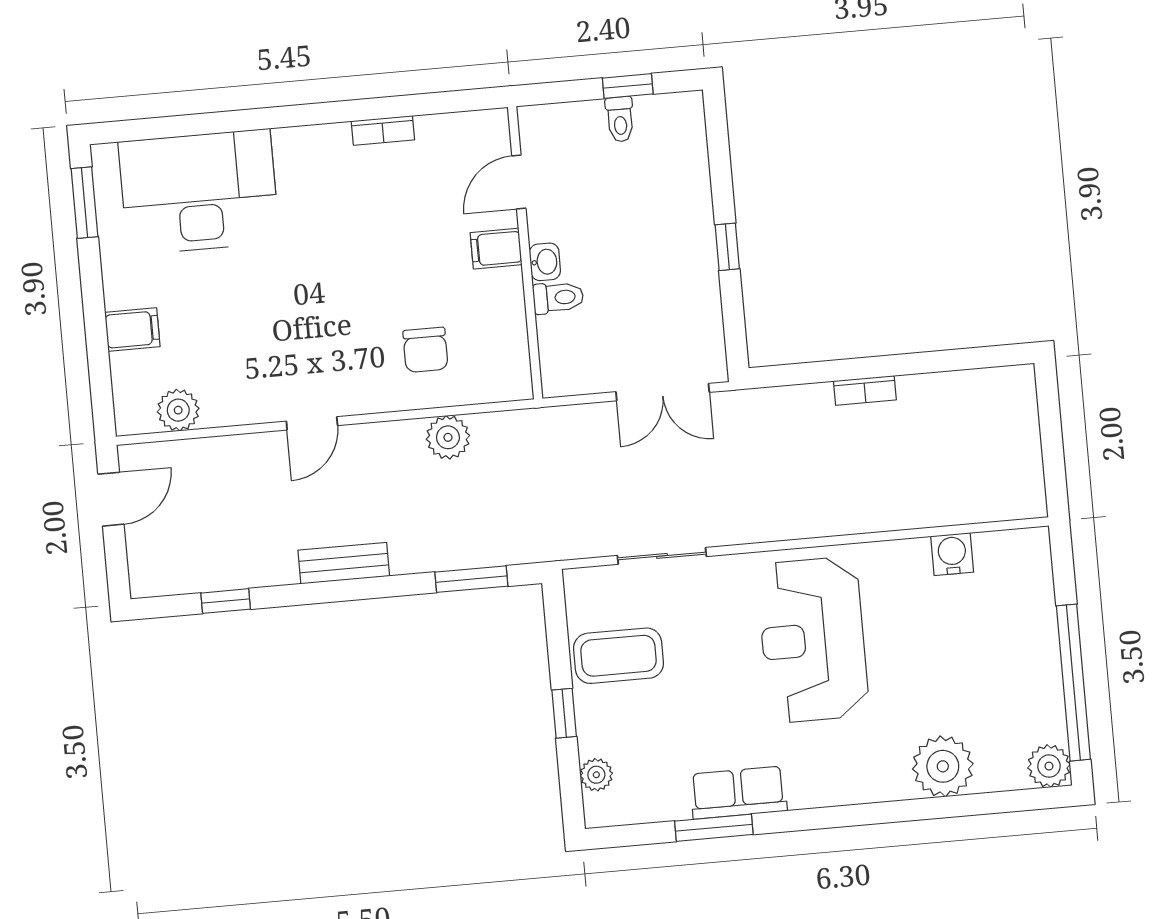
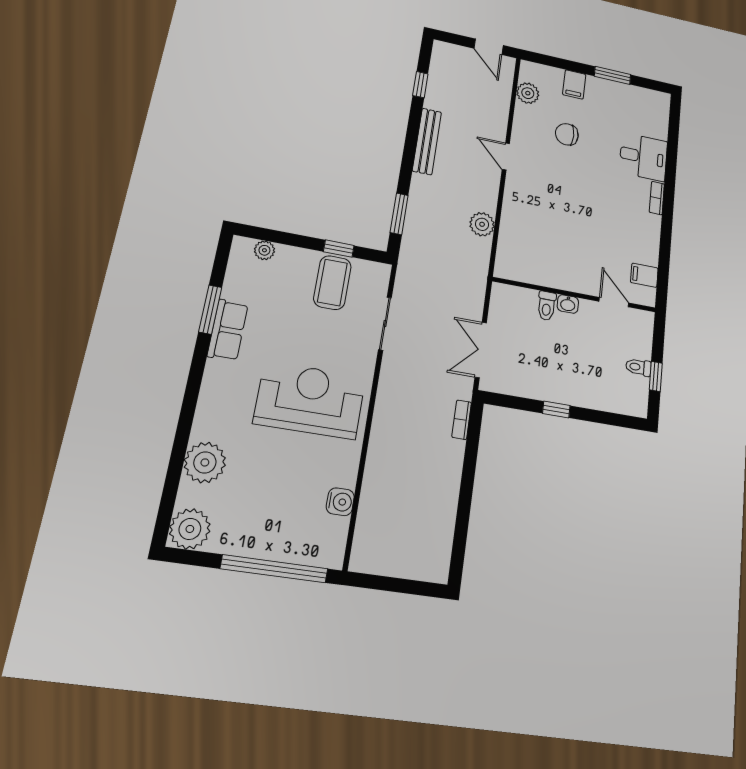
bookcase: (383, 130) -> (657, 198), moved
desk: (199, 192) -> (643, 157), width x0.53, depth x0.77
window: (84, 203) -> (613, 75), moved
filing cabinet: (496, 249) -> (644, 275), moved, turned -90
chair: (425, 350) -> (567, 134), moved
bookcase: (865, 390) -> (462, 420), moved
bench: (344, 563) -> (427, 141), width x1.36
window: (1073, 683) -> (274, 569), moved
window: (564, 713) -> (339, 249), moved
plant: (1049, 766) -> (190, 529), width x1.36, depth x1.36

